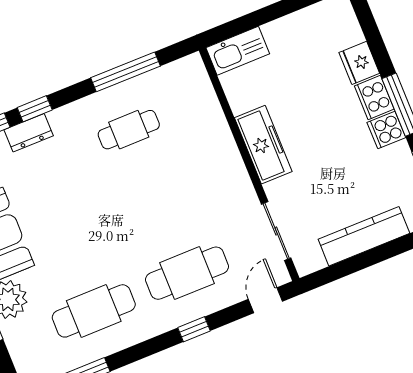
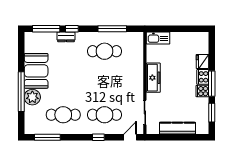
cafe table: (129, 130) -> (104, 51), width x1.37, depth x1.35

